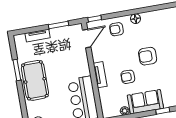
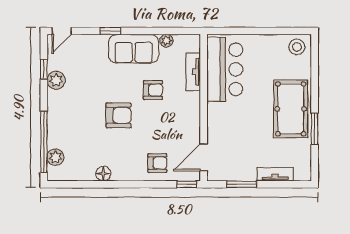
floor lamp: (135, 19) -> (103, 174), moved
tv unit: (100, 75) -> (193, 72), moved

